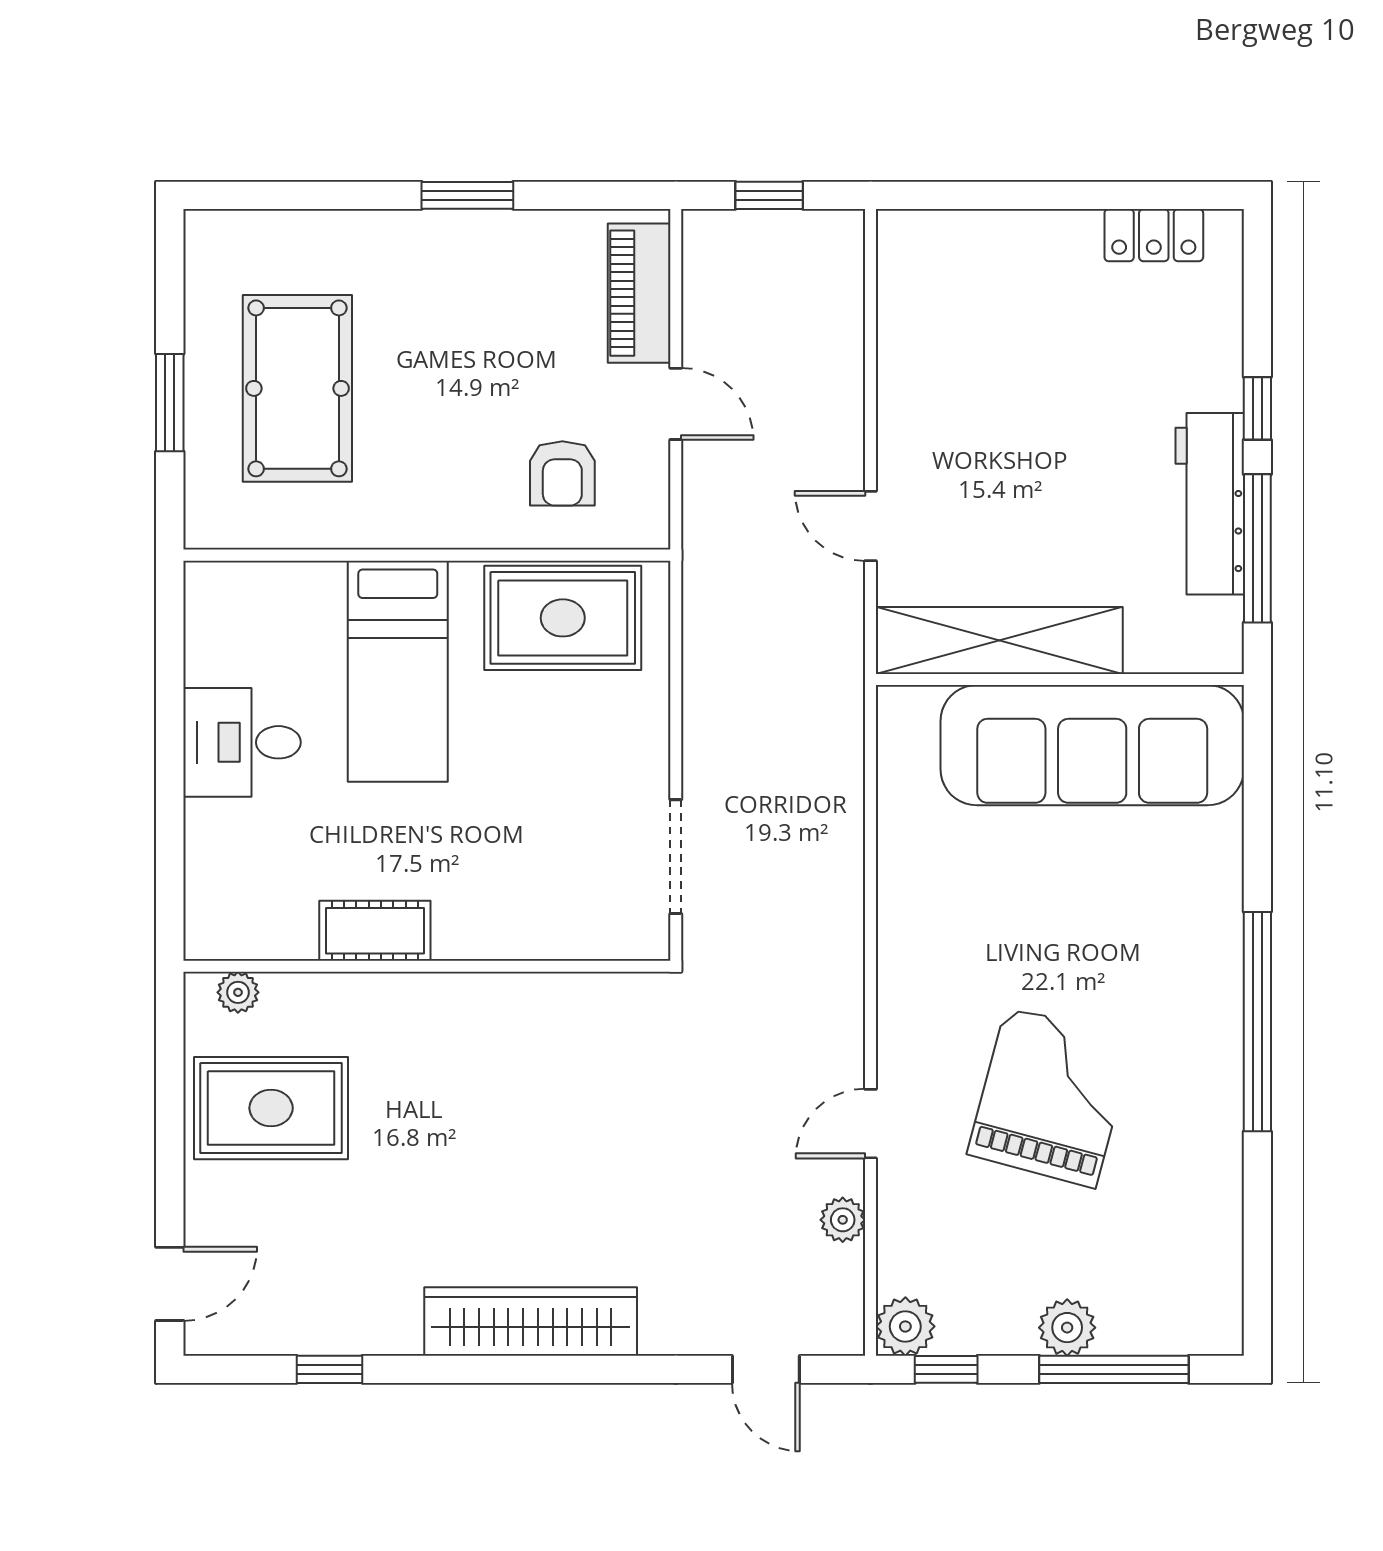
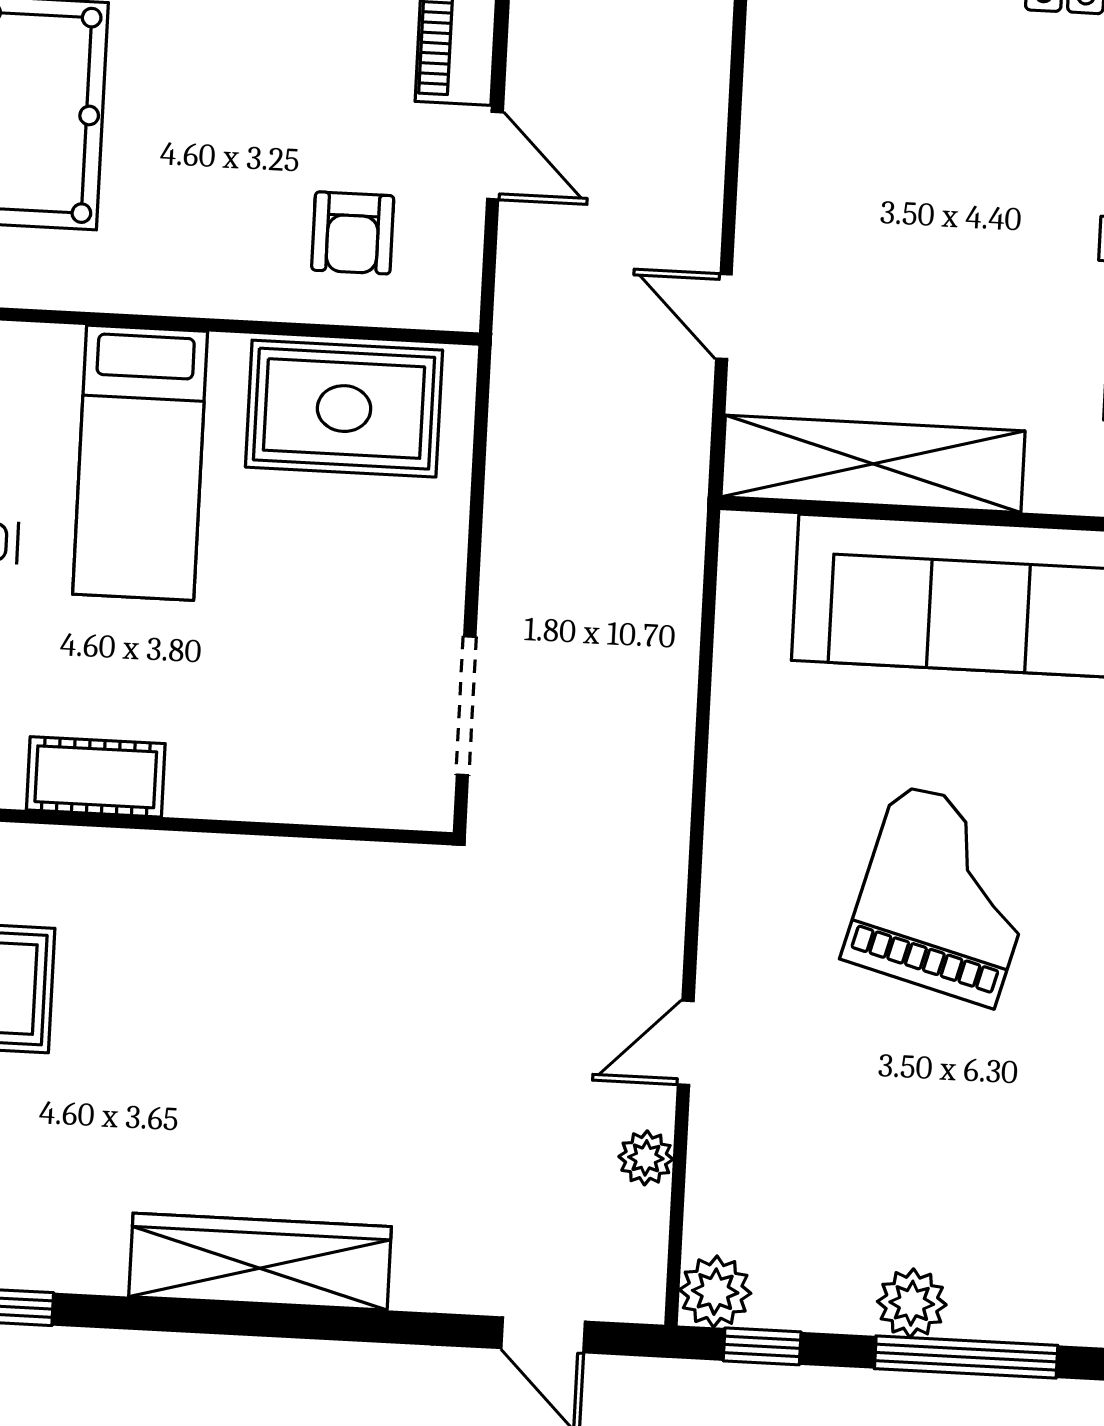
grand piano: (1051, 1097) -> (946, 895), moved

